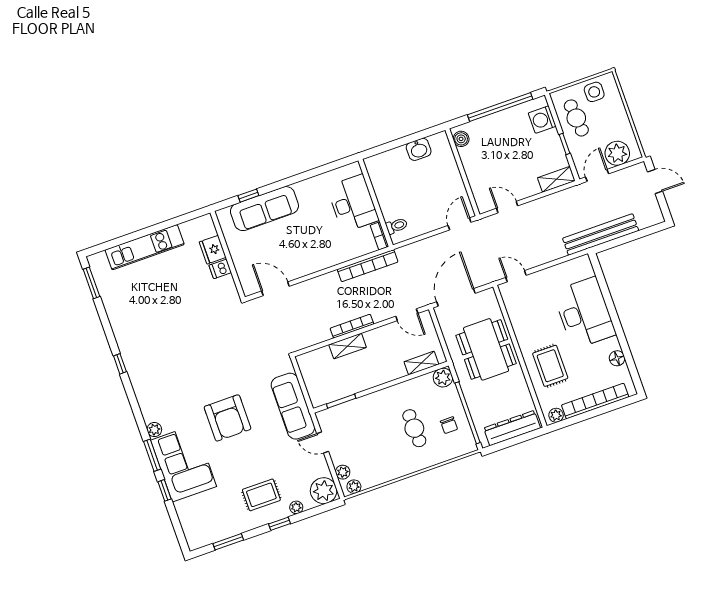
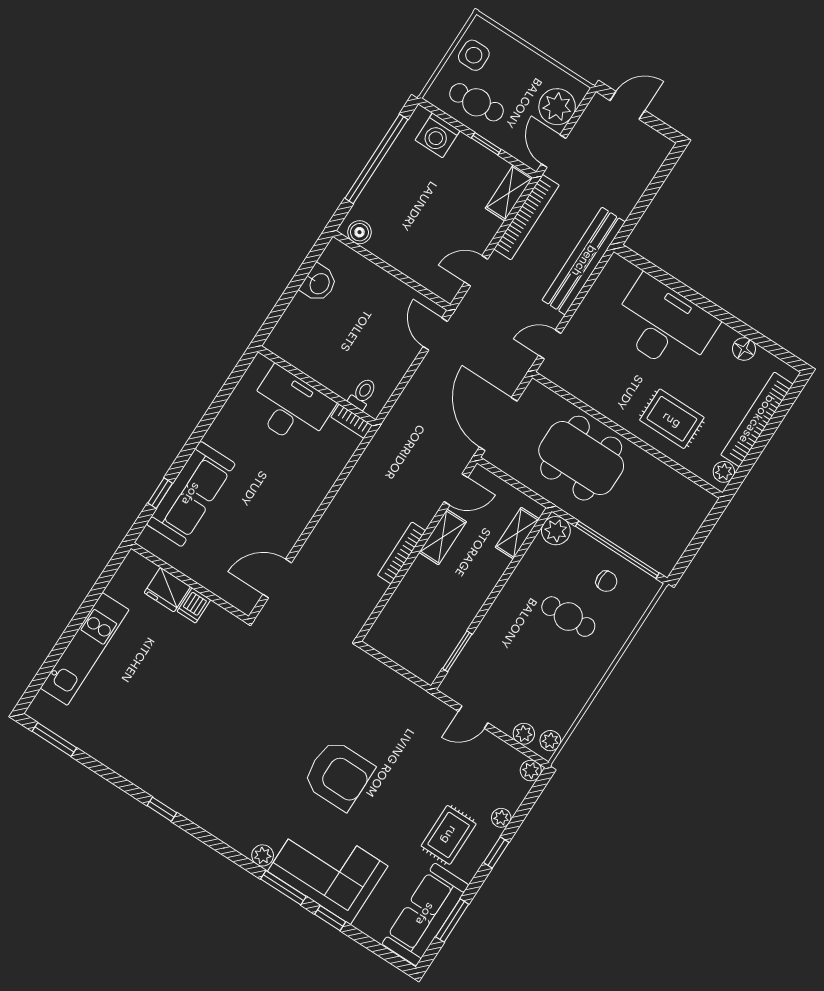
bench: (601, 235) -> (584, 261), moved
bookcase: (368, 266) -> (527, 217), moved
shelving: (348, 346) -> (443, 537), moved
sofa: (293, 406) -> (425, 914), moved, turned 90
dresser: (512, 428) -> (684, 527), removed
plant: (324, 491) -> (531, 770), width x0.53, depth x0.53

